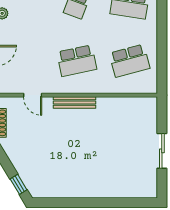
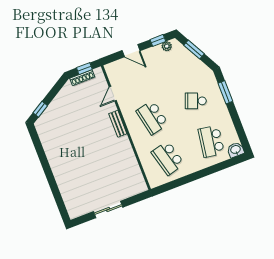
bench: (74, 103) -> (118, 124), width x0.73

